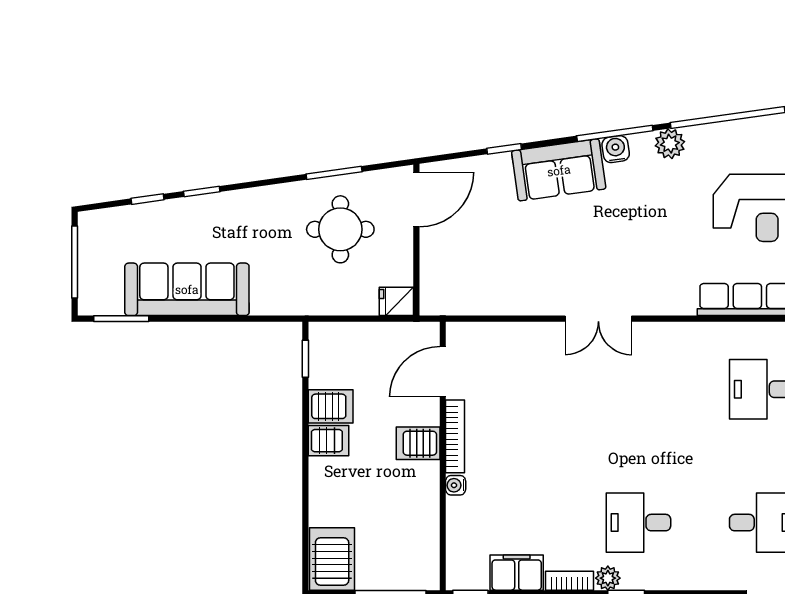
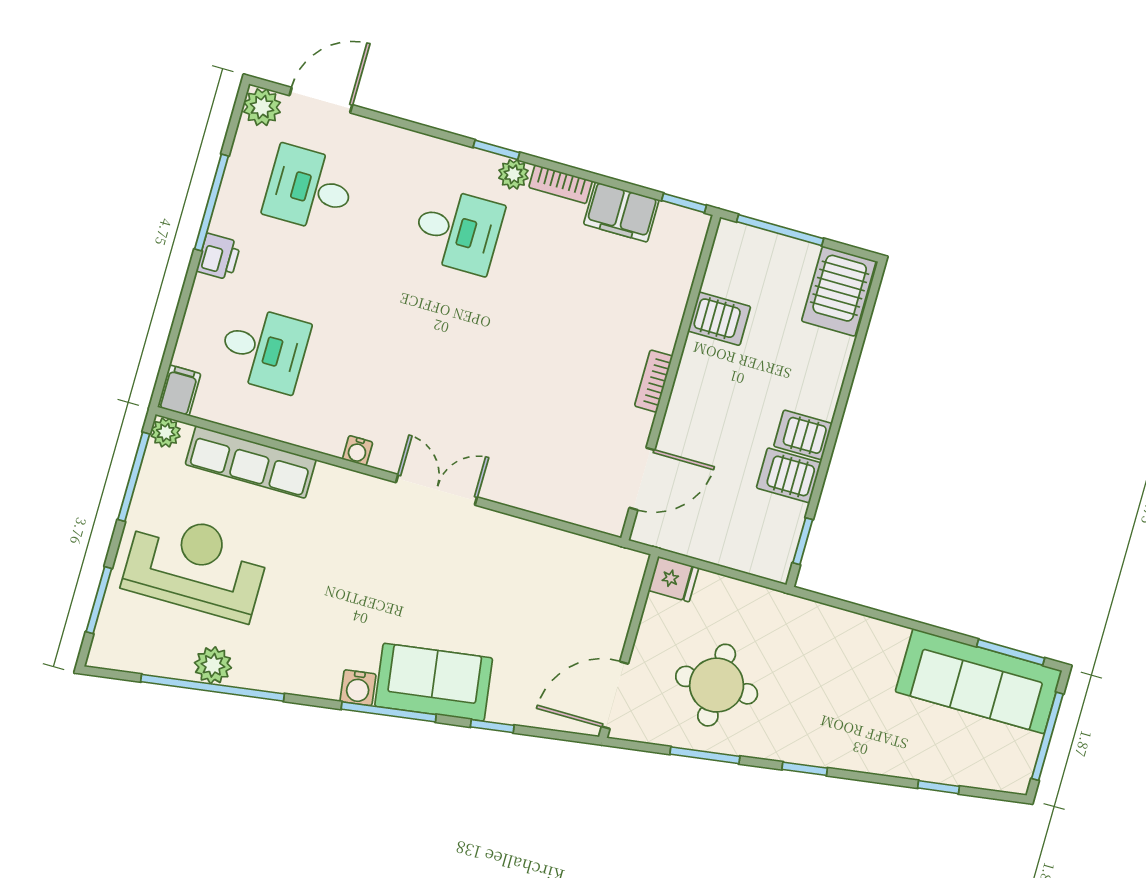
window: (615, 133) -> (389, 712), moved
plant: (670, 144) -> (213, 665), moved
window: (202, 191) -> (805, 769), moved
sofa: (187, 289) -> (979, 681), moved
bookcase: (455, 436) -> (654, 381), width x0.64
server rack: (418, 443) -> (719, 319), moved
water cooler: (456, 485) -> (358, 451), moved, turned 90

